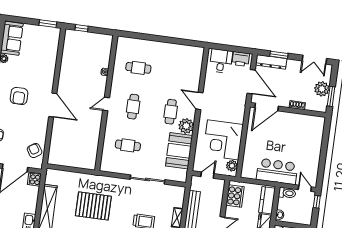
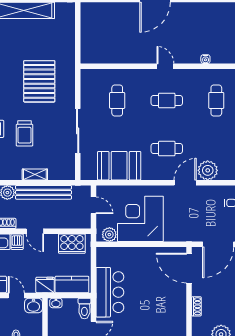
plant: (186, 126) -> (208, 170), moved
pallet: (93, 206) -> (39, 81), moved

